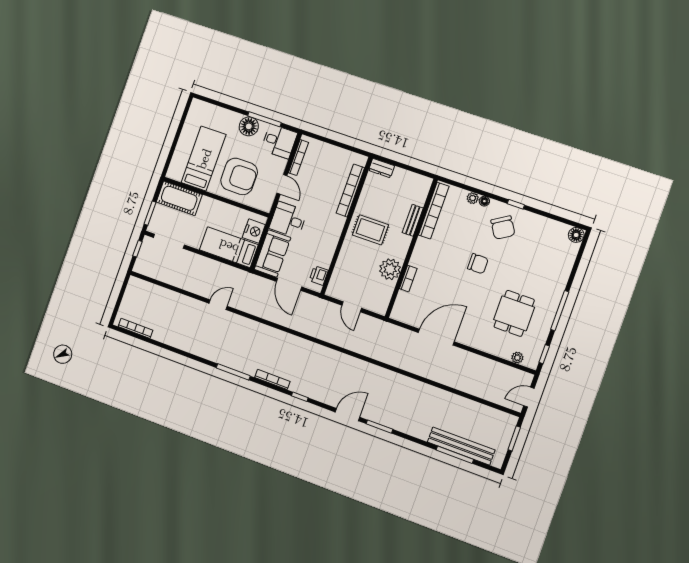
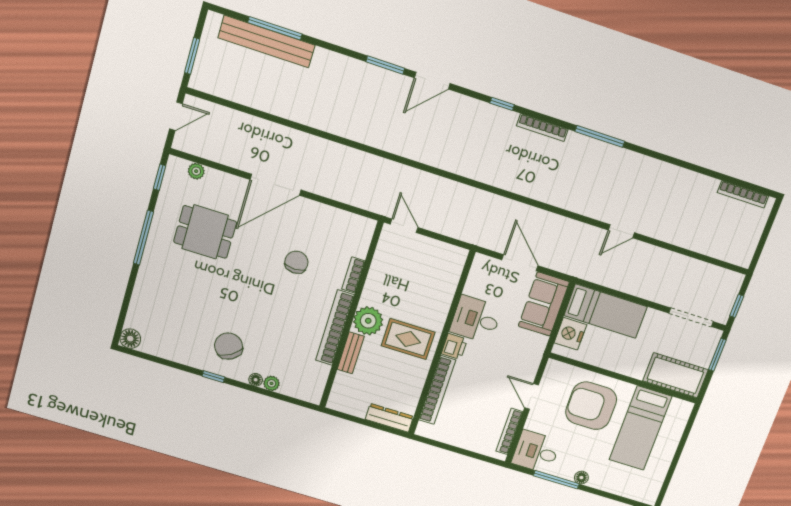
floor lamp: (249, 126) -> (581, 478), width x0.53, depth x0.53
dresser: (381, 168) -> (389, 418), width x1.44
bookcase: (434, 211) -> (335, 328), moved
desk: (288, 220) -> (476, 319), moved, turned 180
chair: (478, 264) -> (296, 262), moved, turned 90
plant: (390, 269) -> (368, 321), moved
printer: (319, 275) -> (454, 346), moved
door: (352, 307) -> (404, 226), moved
dining table: (514, 313) -> (205, 232), turned 90
door: (436, 337) -> (276, 185), moved

